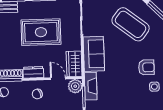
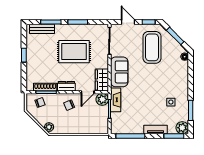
coffee table: (131, 24) -> (152, 47), turned 52
armchair: (146, 67) -> (164, 85), removed
door: (58, 78) -> (88, 92), swing flipped

